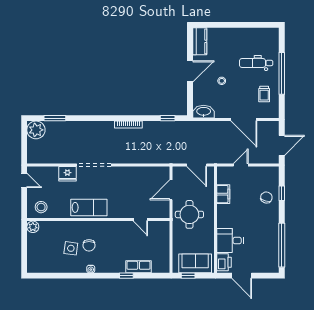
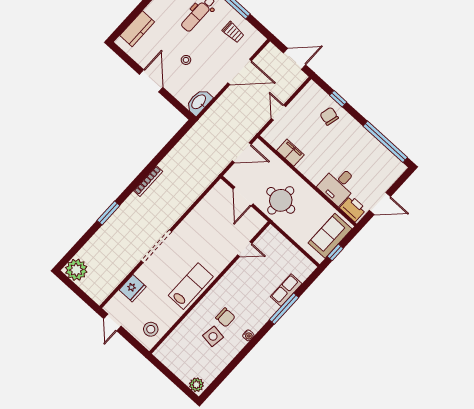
kitchen counter: (200, 41) -> (137, 29), moved, turned 90
window: (55, 118) -> (108, 213), moved
window: (168, 118) -> (175, 140), removed
door: (282, 145) -> (295, 59), hinge flipped
fridge: (67, 174) -> (133, 288), moved
door: (24, 180) -> (112, 322), swing flipped
plant: (33, 227) -> (196, 385), moved
window: (126, 276) -> (284, 309), width x2.17

